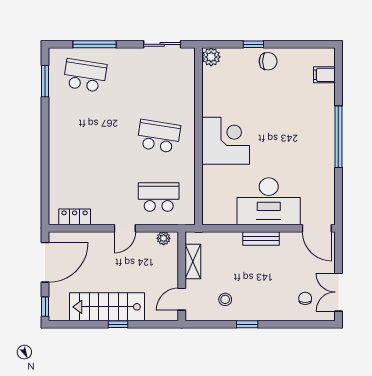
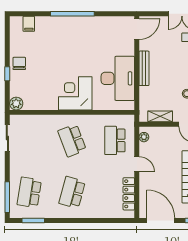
window: (94, 44) -> (7, 197), moved
school desk: (85, 136) -> (72, 192), added
school desk: (159, 136) -> (72, 140), turned -30
desk: (269, 201) -> (118, 78), moved
locker: (75, 217) -> (129, 194), width x1.53
bench: (261, 238) -> (144, 68), width x1.36

